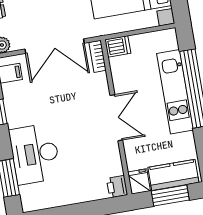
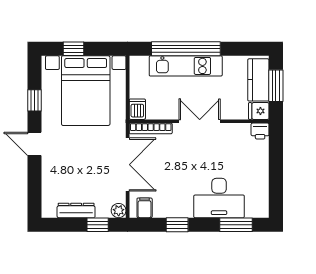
bookcase: (98, 56) -> (151, 128), width x1.56

